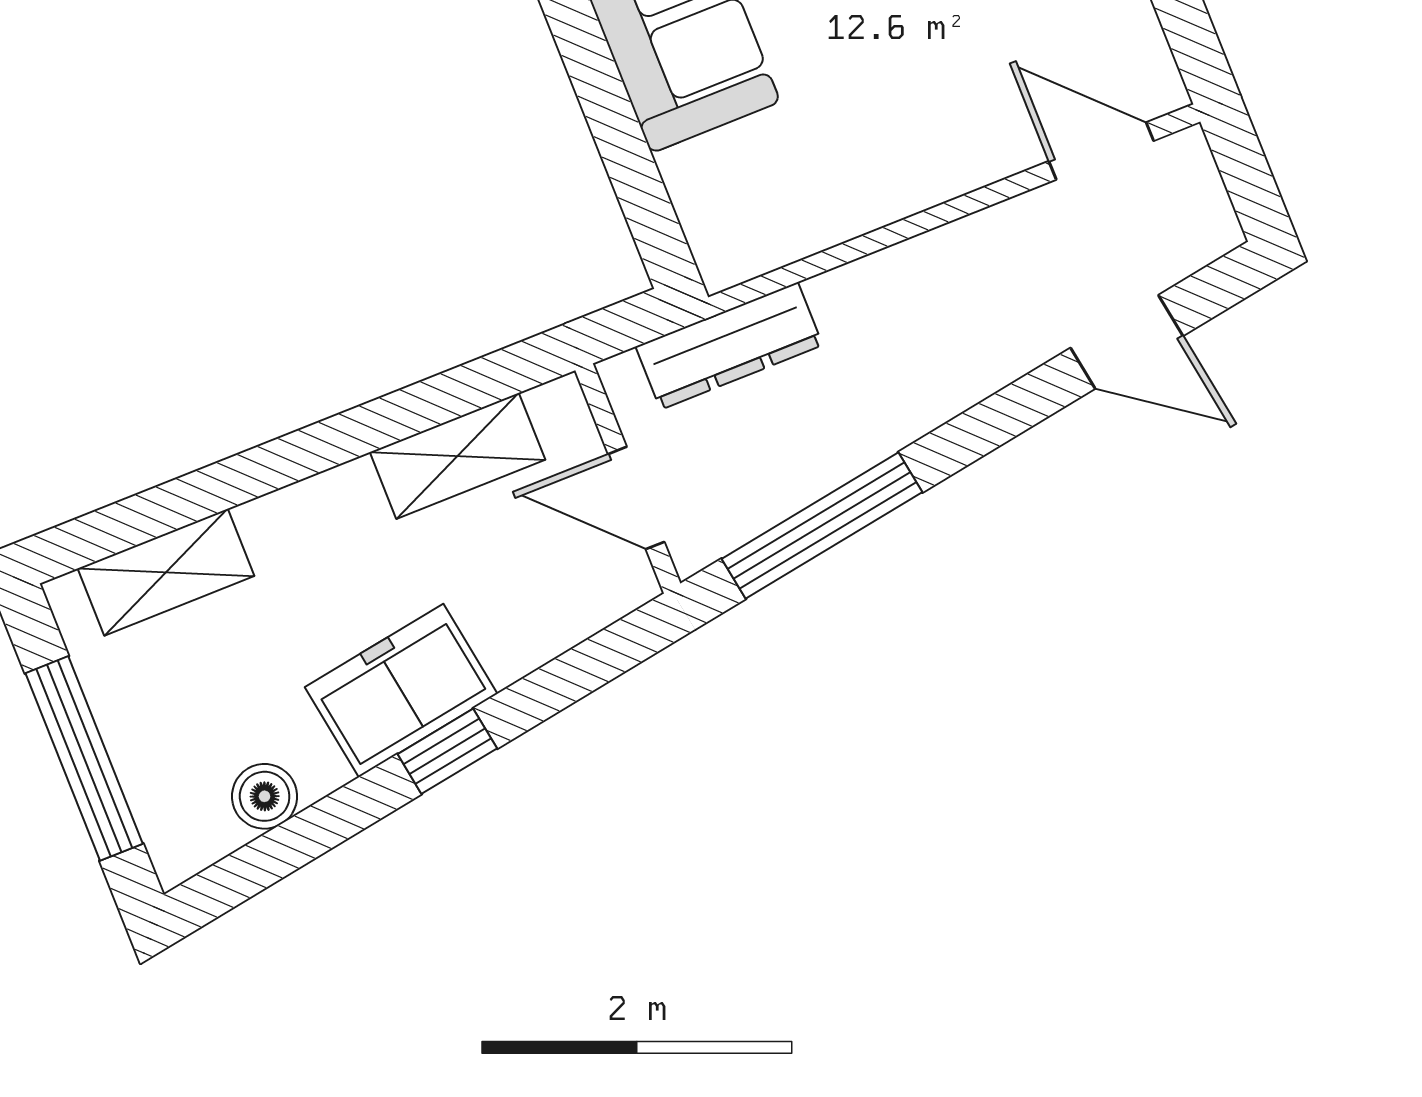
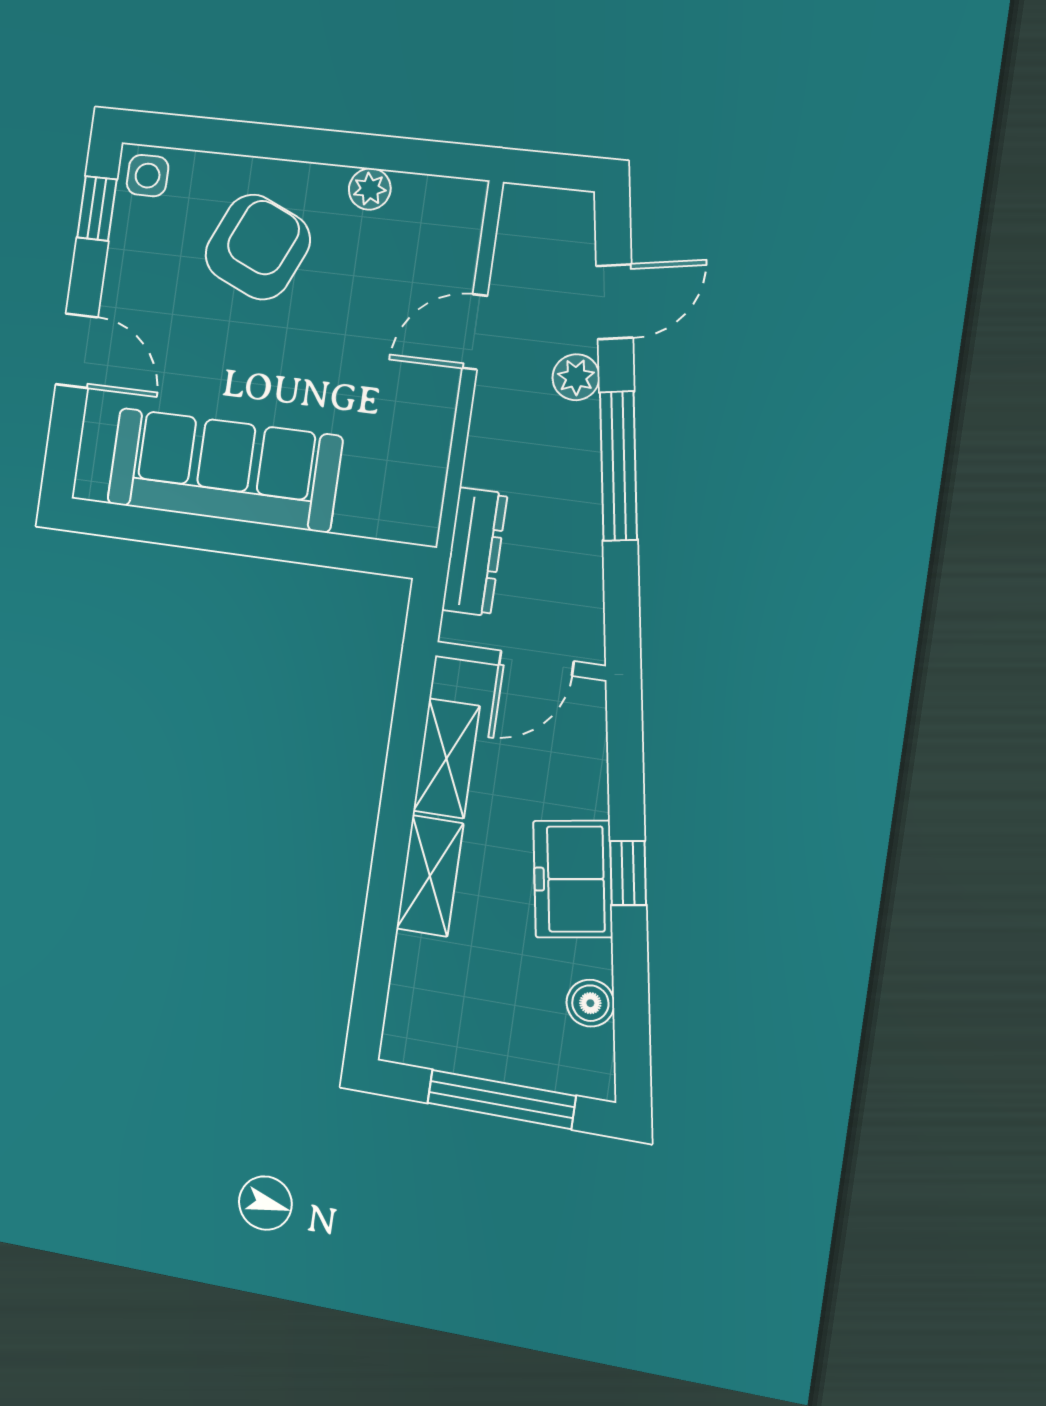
door: (1101, 151) -> (475, 332), moved
plant: (1010, 348) -> (576, 377), added
window: (822, 525) -> (618, 466), moved
shelving: (166, 572) -> (430, 876), moved

